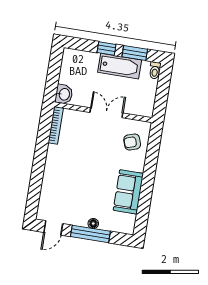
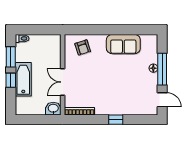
bathtub: (120, 66) -> (23, 79), moved
double door: (106, 113) -> (63, 82), moved
window: (38, 168) -> (116, 120), added

